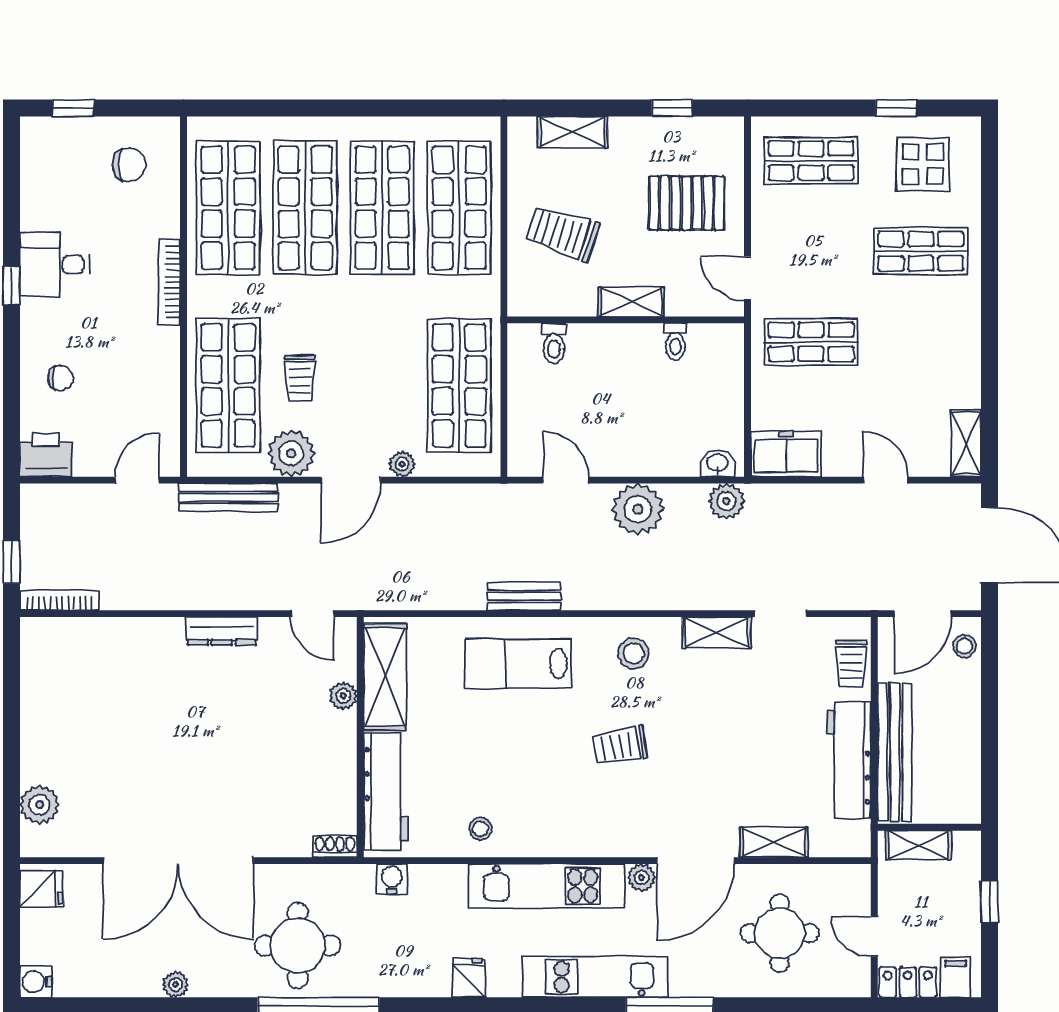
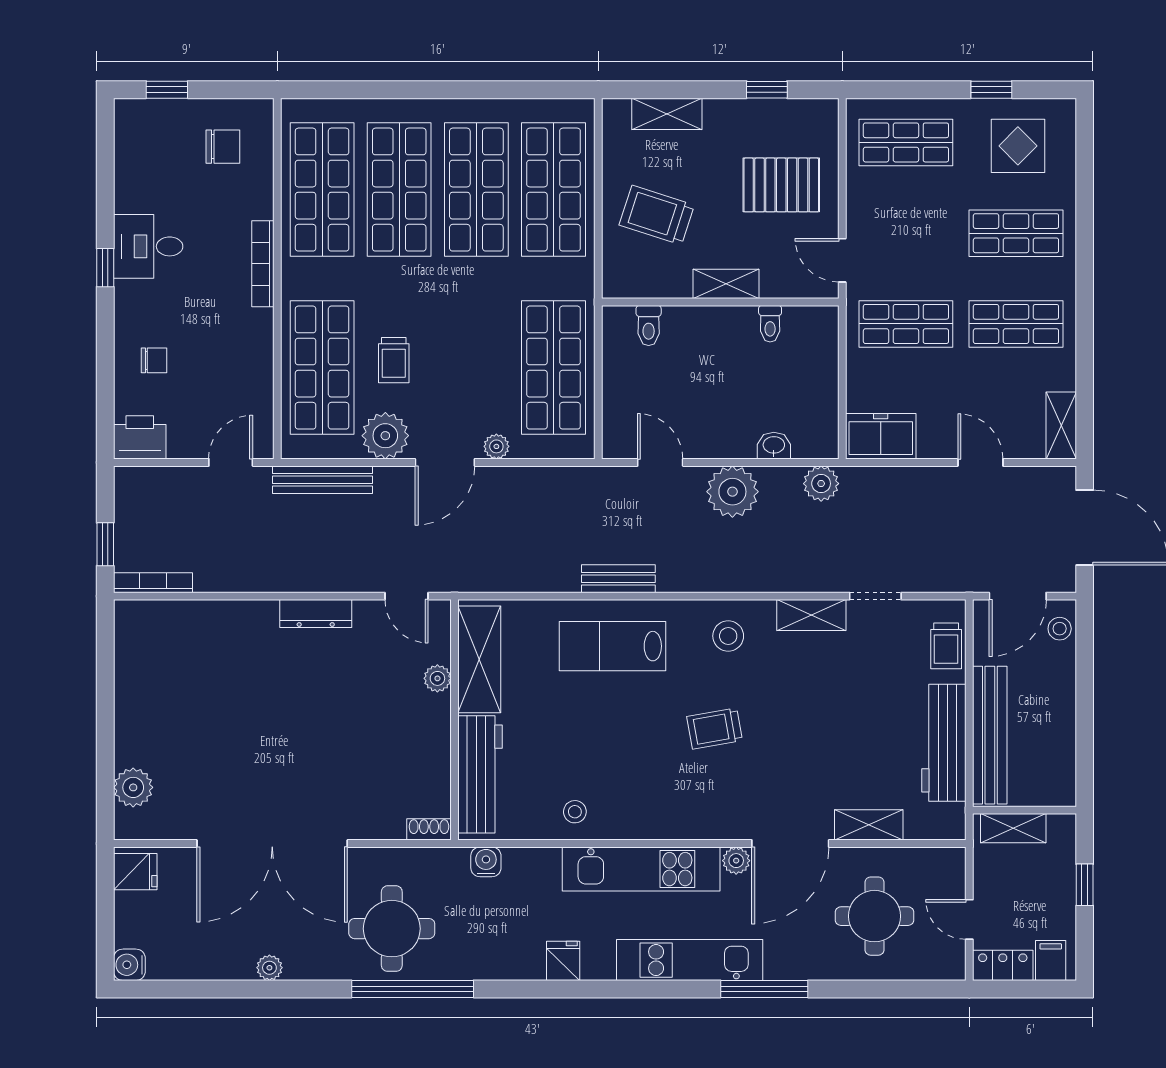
shop shelf: (921, 342) -> (1016, 324), added
washbasin: (717, 463) -> (774, 446), moved

